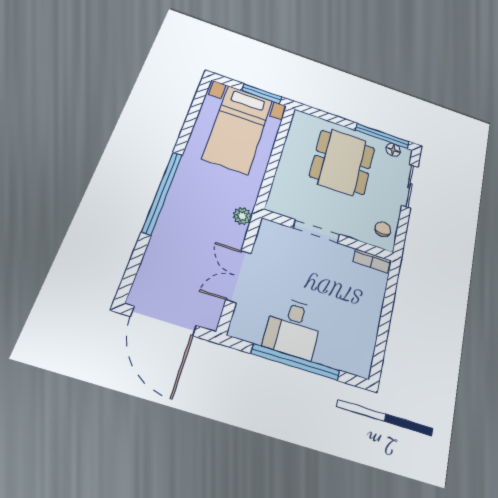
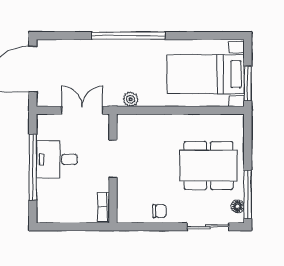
doorway: (316, 231) -> (113, 159), moved
wall: (328, 235) -> (113, 169), moved
bookcase: (372, 261) -> (103, 207), moved

